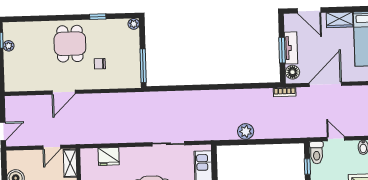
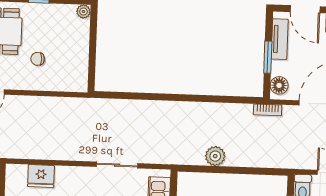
tv unit: (291, 48) -> (280, 39), moved
window: (143, 66) -> (92, 65), removed

